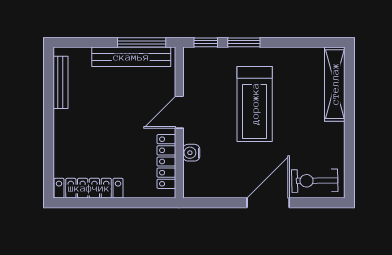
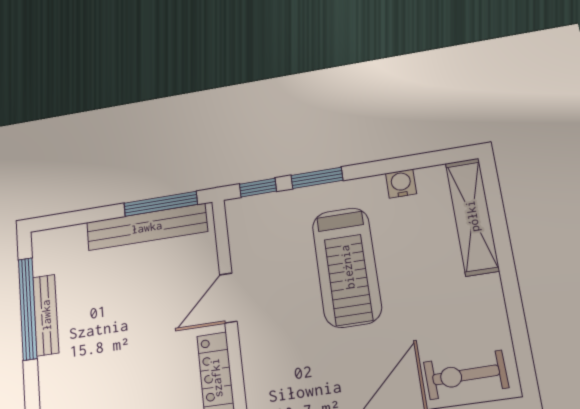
bench: (60, 82) -> (46, 315), moved
window: (49, 99) -> (28, 308), added
water cooler: (191, 153) -> (401, 184), moved, turned 90

